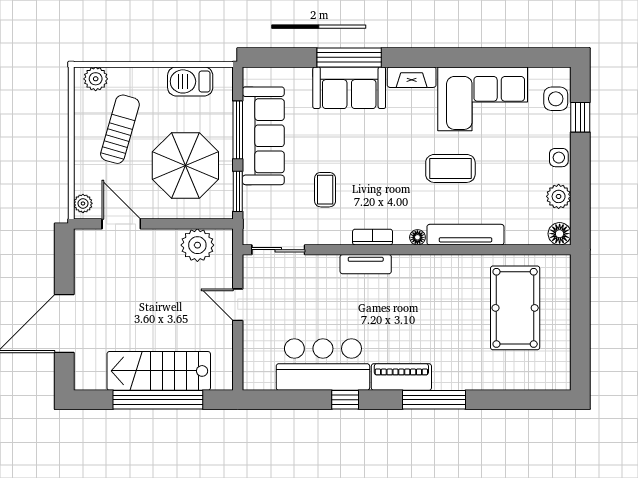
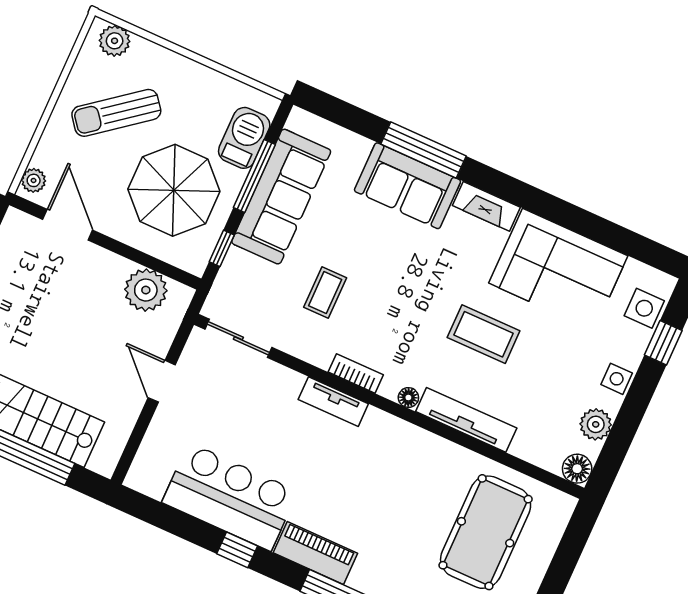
barbecue: (190, 81) -> (244, 138), moved, turned 90
sun lounger: (120, 129) -> (116, 113), turned -144
window: (238, 191) -> (222, 248), width x0.67

